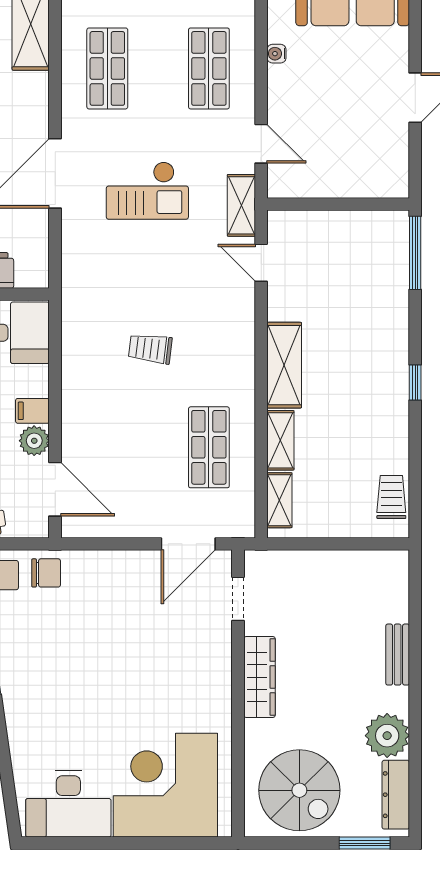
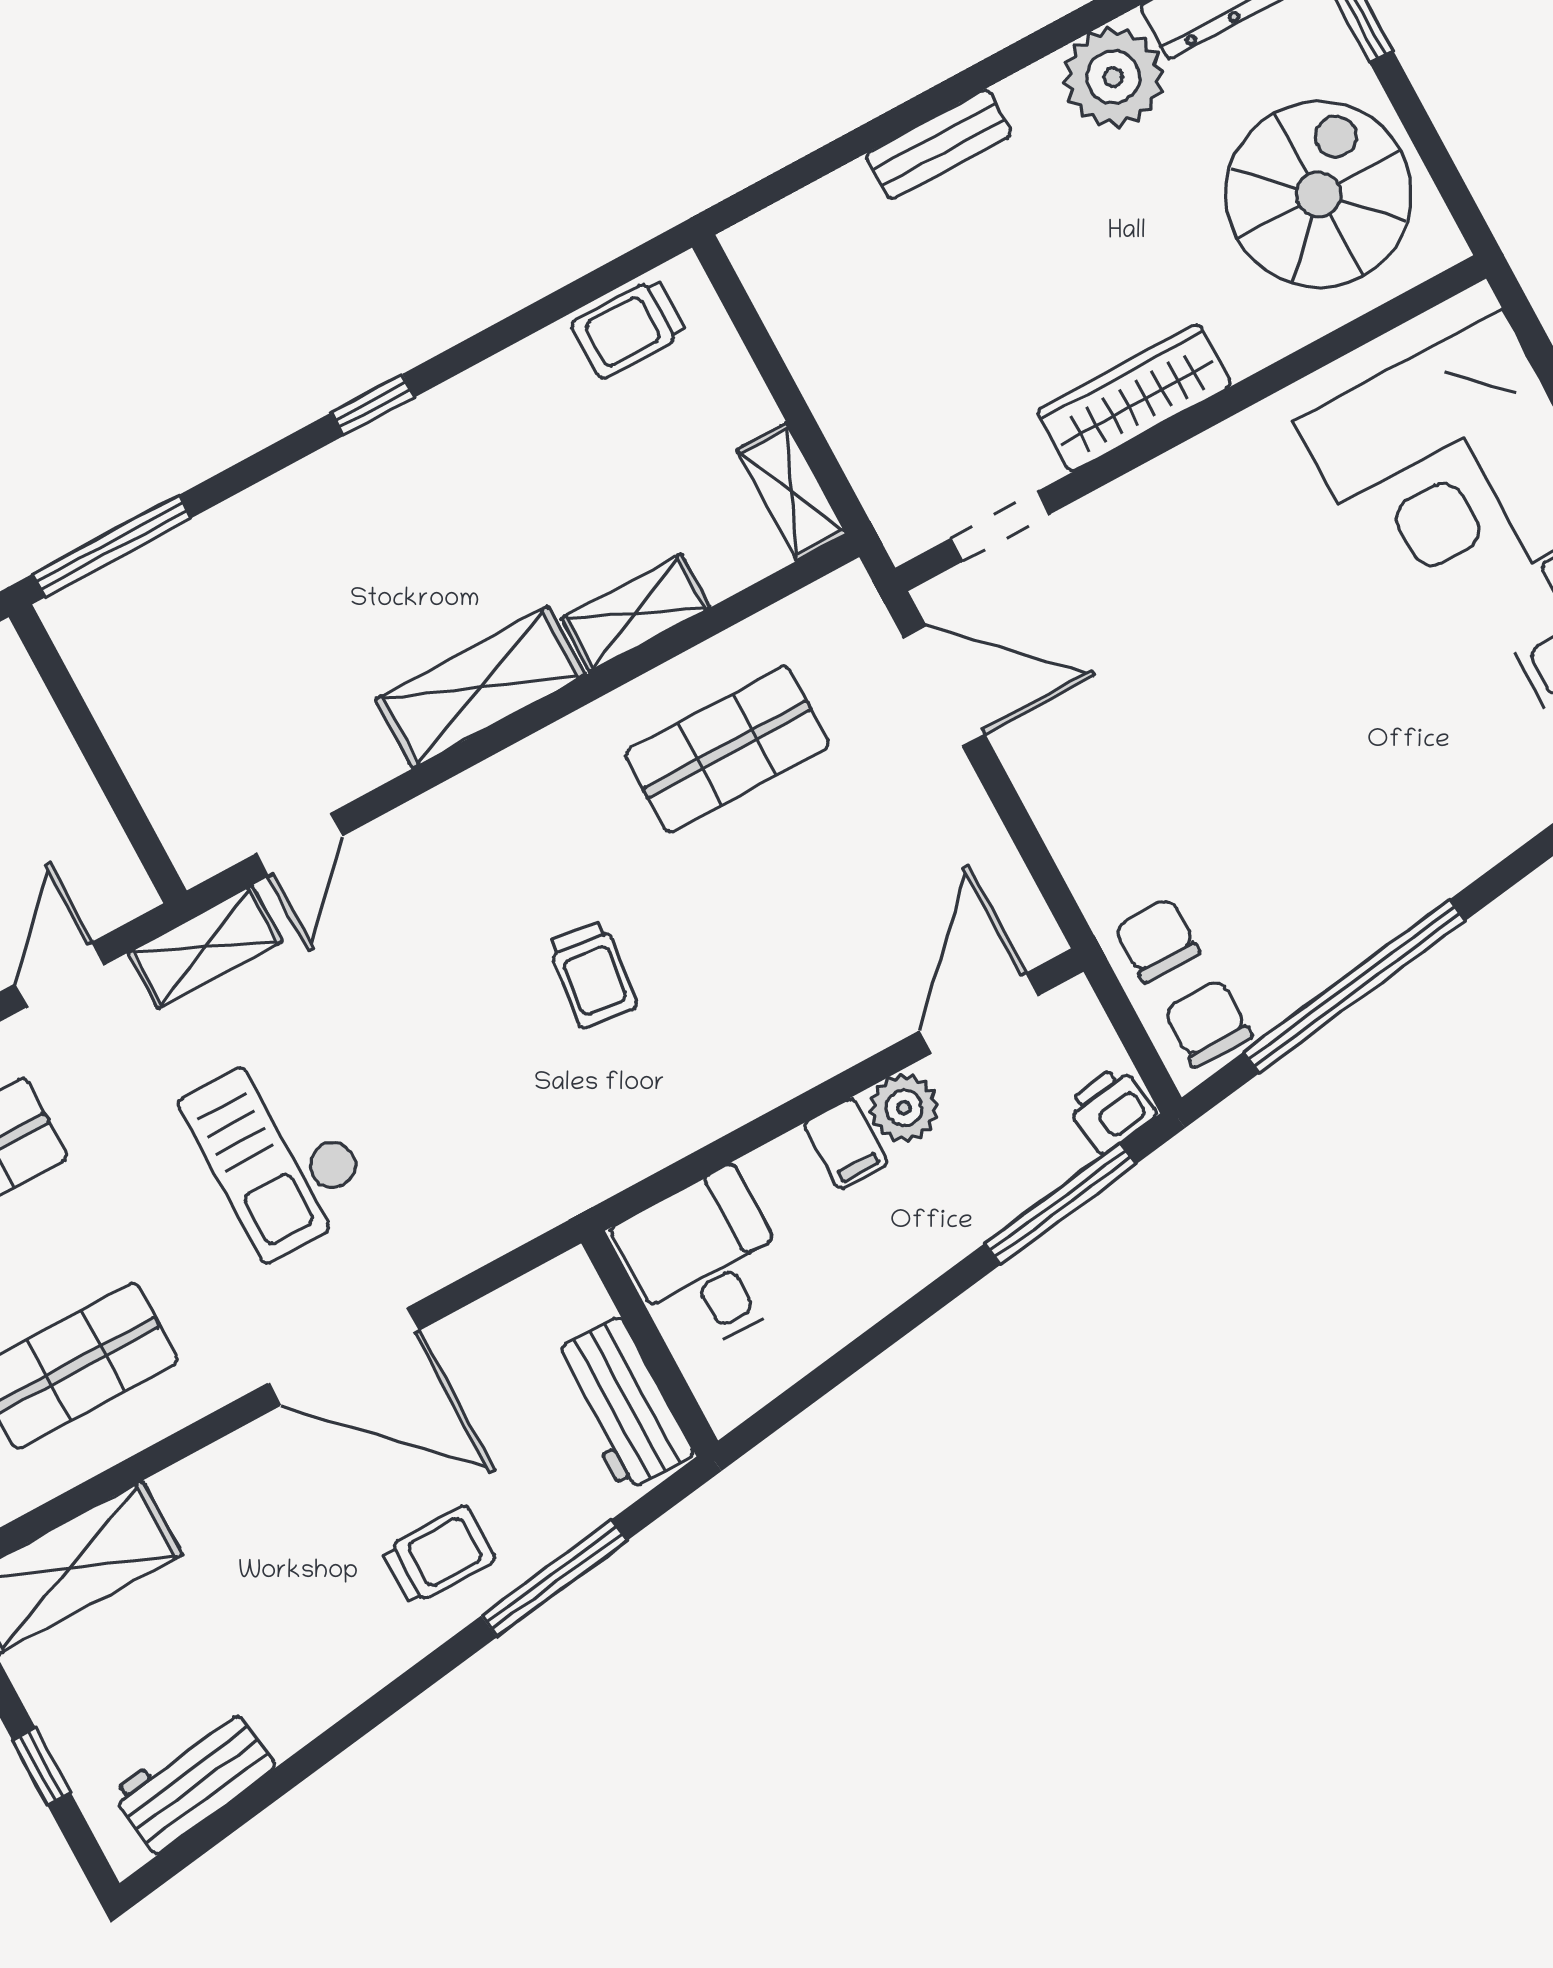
checkout: (147, 191) -> (278, 1152), turned 180
shelving: (279, 500) -> (792, 492), moved, turned 90

